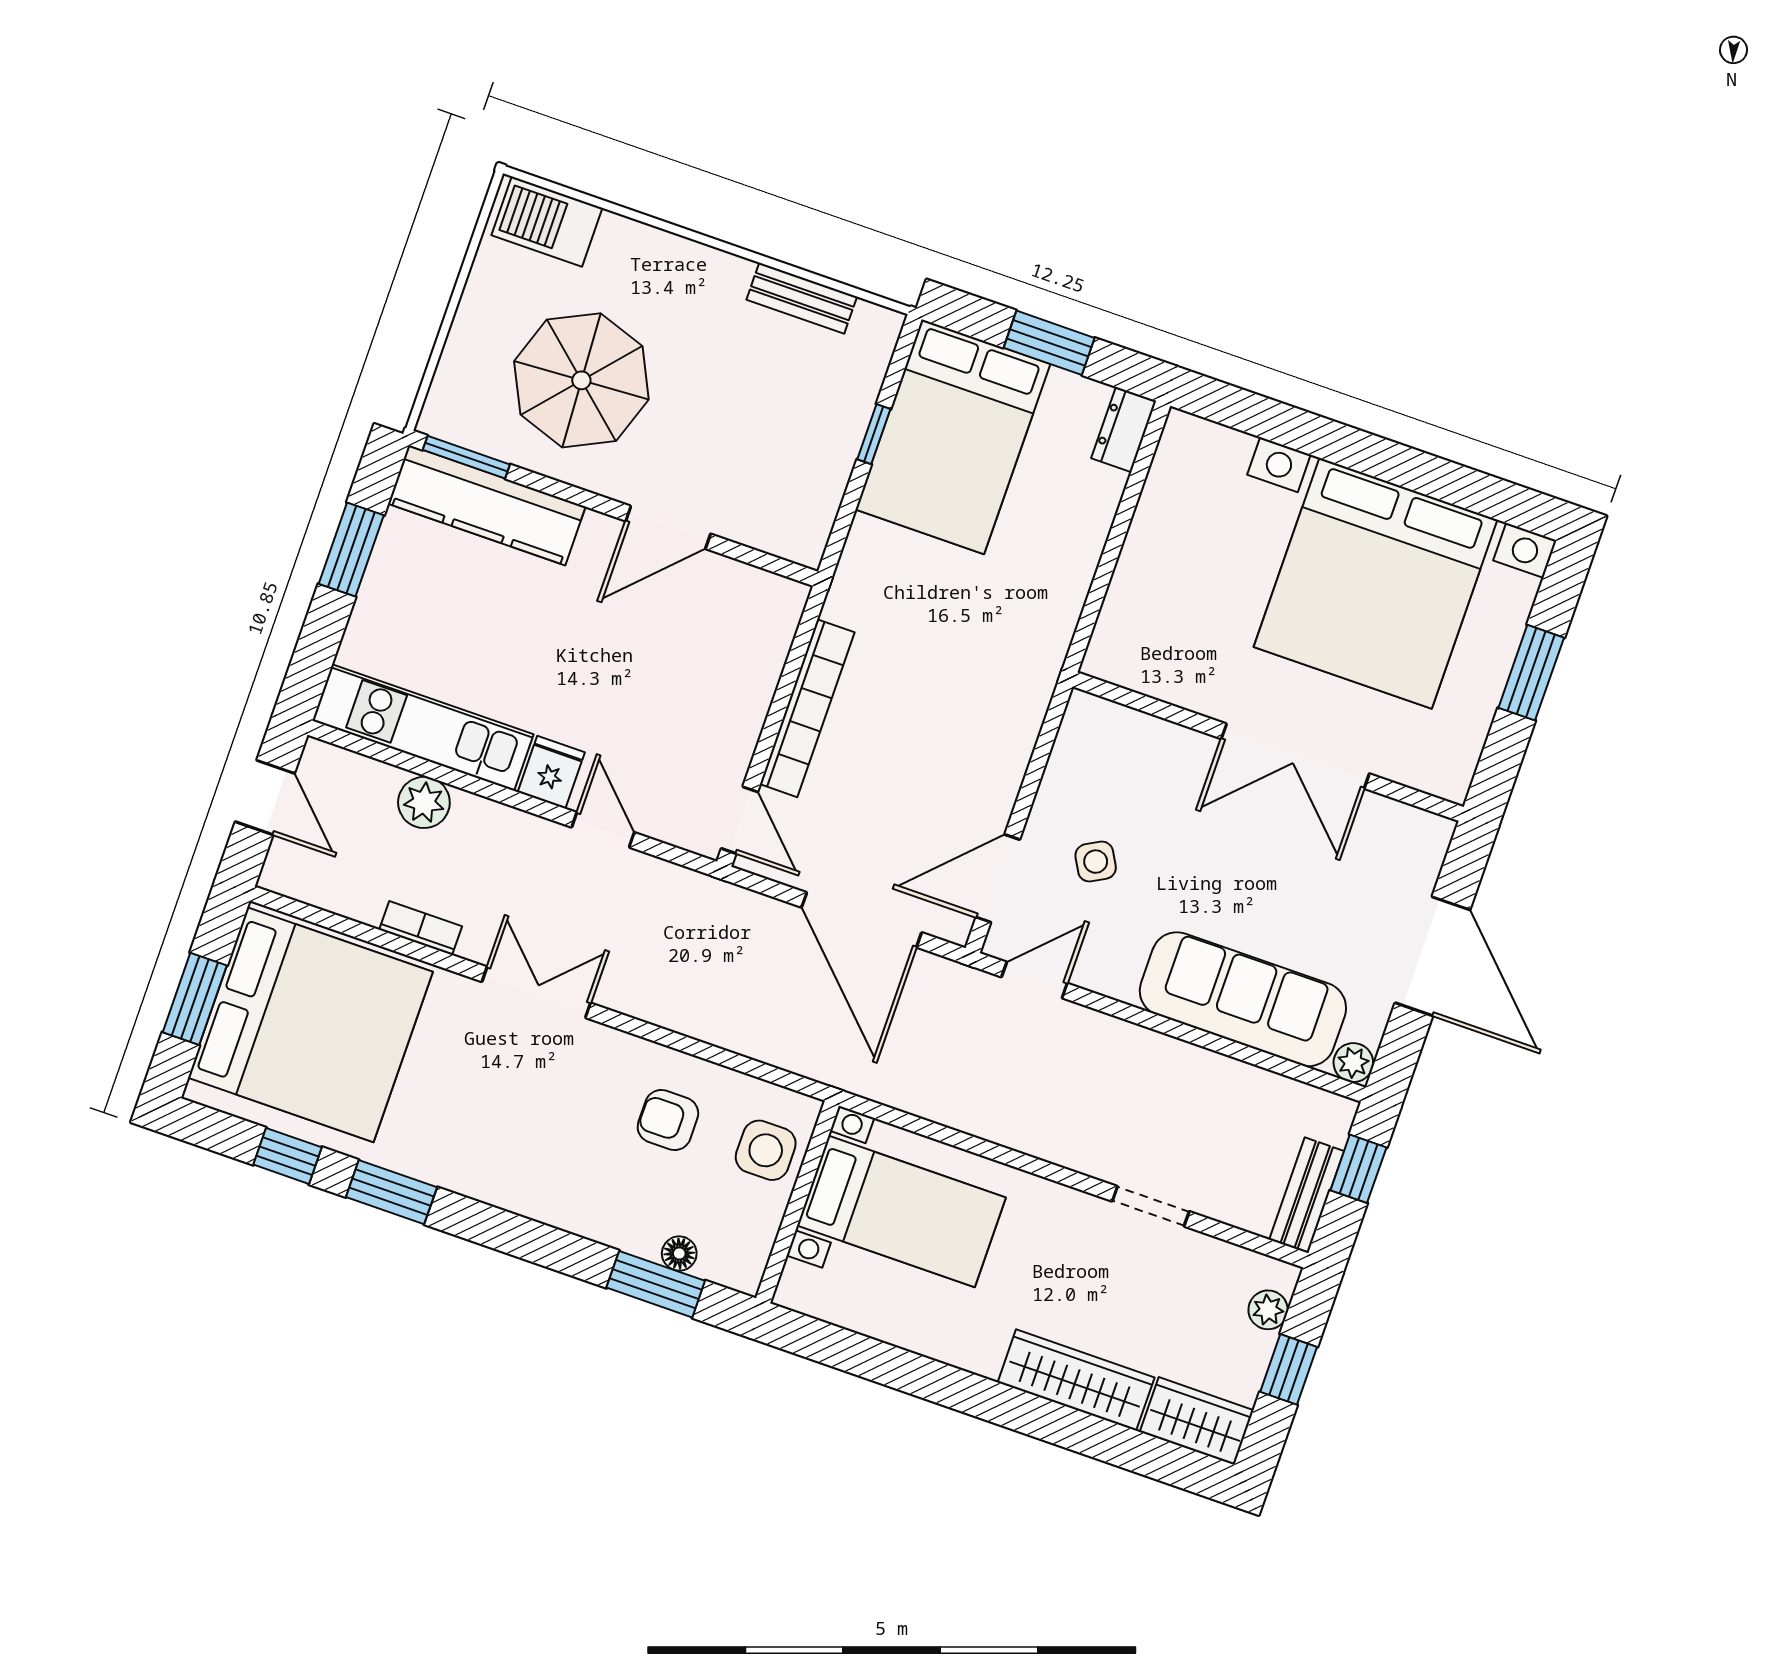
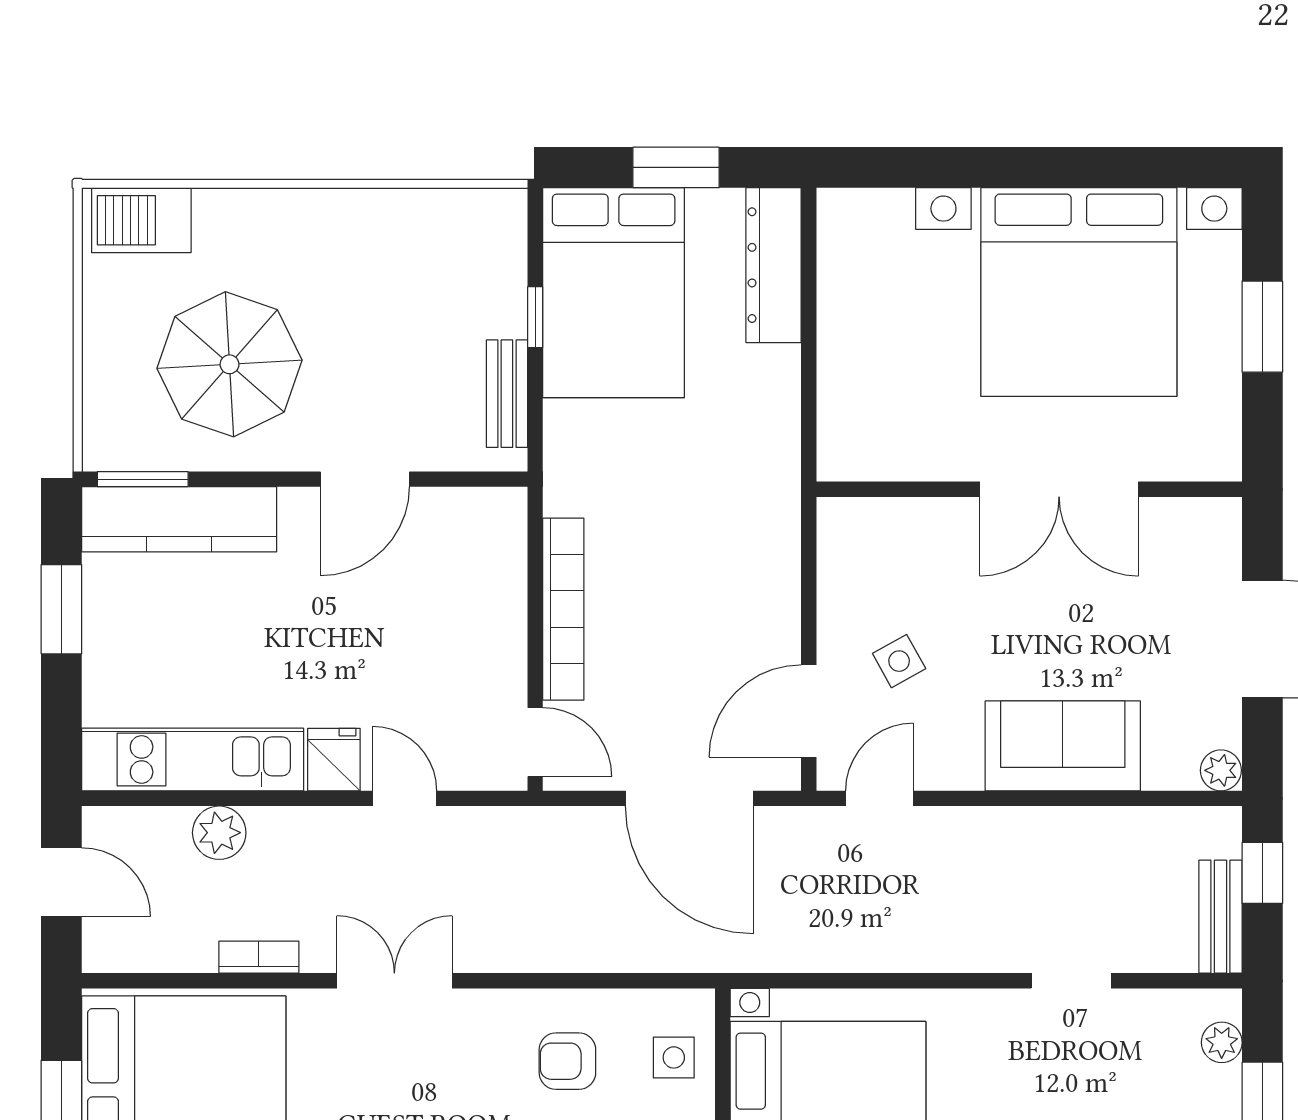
bench: (802, 298) -> (507, 394), moved, turned 90
dresser: (1124, 430) -> (774, 265), width x1.96, depth x1.24
sofa: (1243, 999) -> (1063, 746), width x0.73
side table: (766, 1150) -> (674, 1057), width x0.73, depth x0.73

